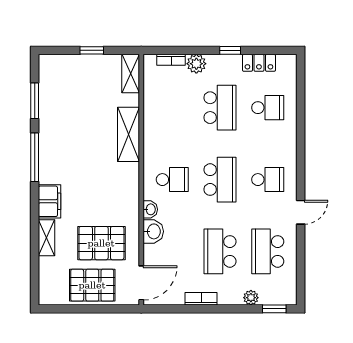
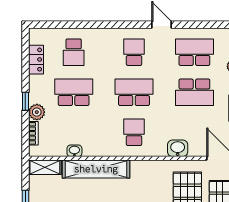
window: (230, 50) -> (25, 101), moved
school desk: (268, 108) -> (74, 52), turned 180
shelving: (129, 134) -> (96, 169), width x1.47
washbasin: (150, 209) -> (74, 151), moved
school desk: (268, 251) -> (194, 52), turned 180

